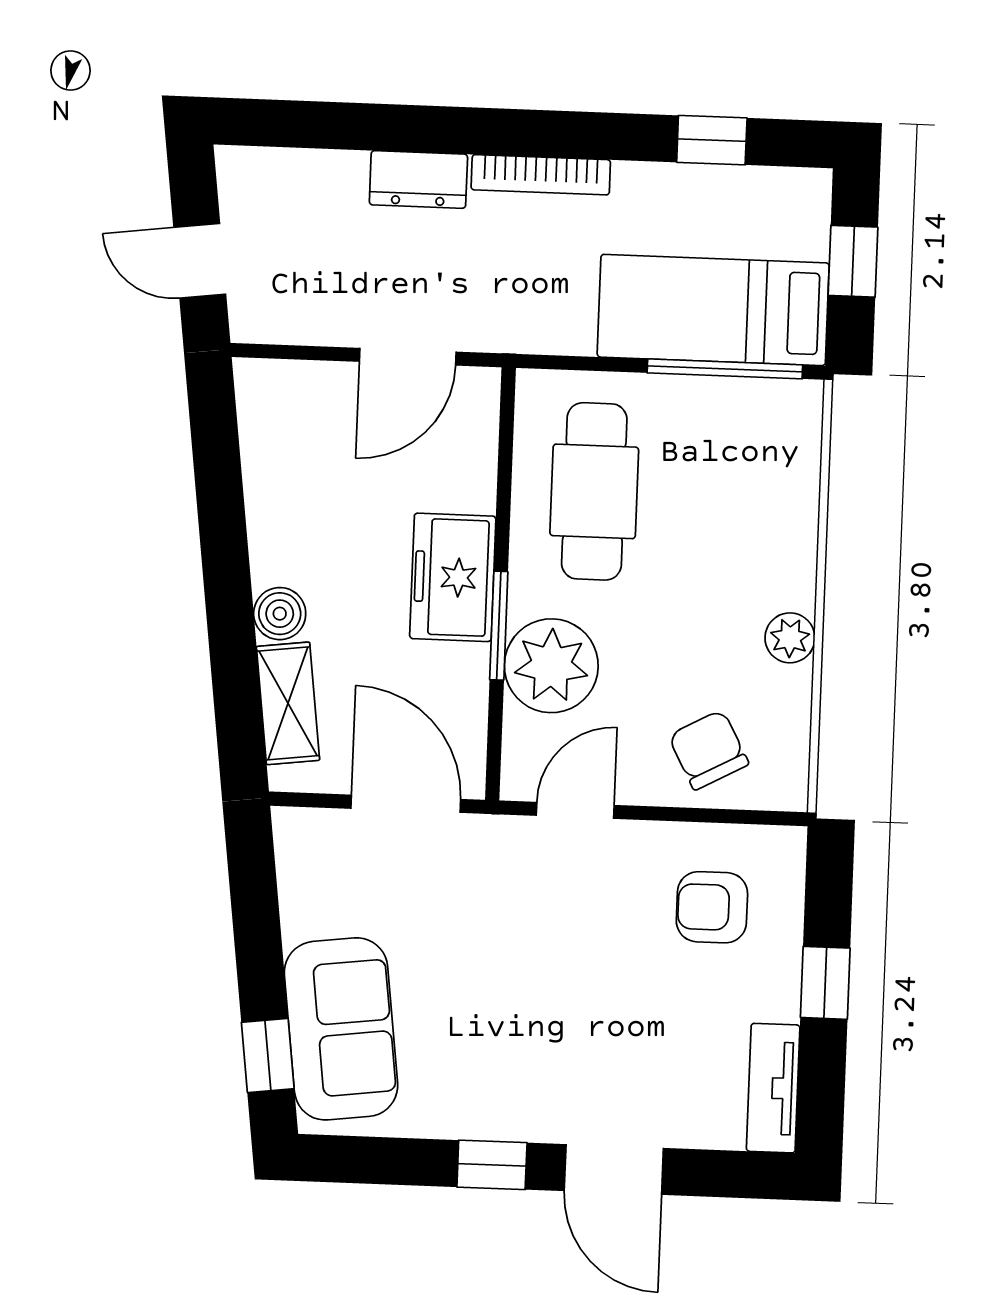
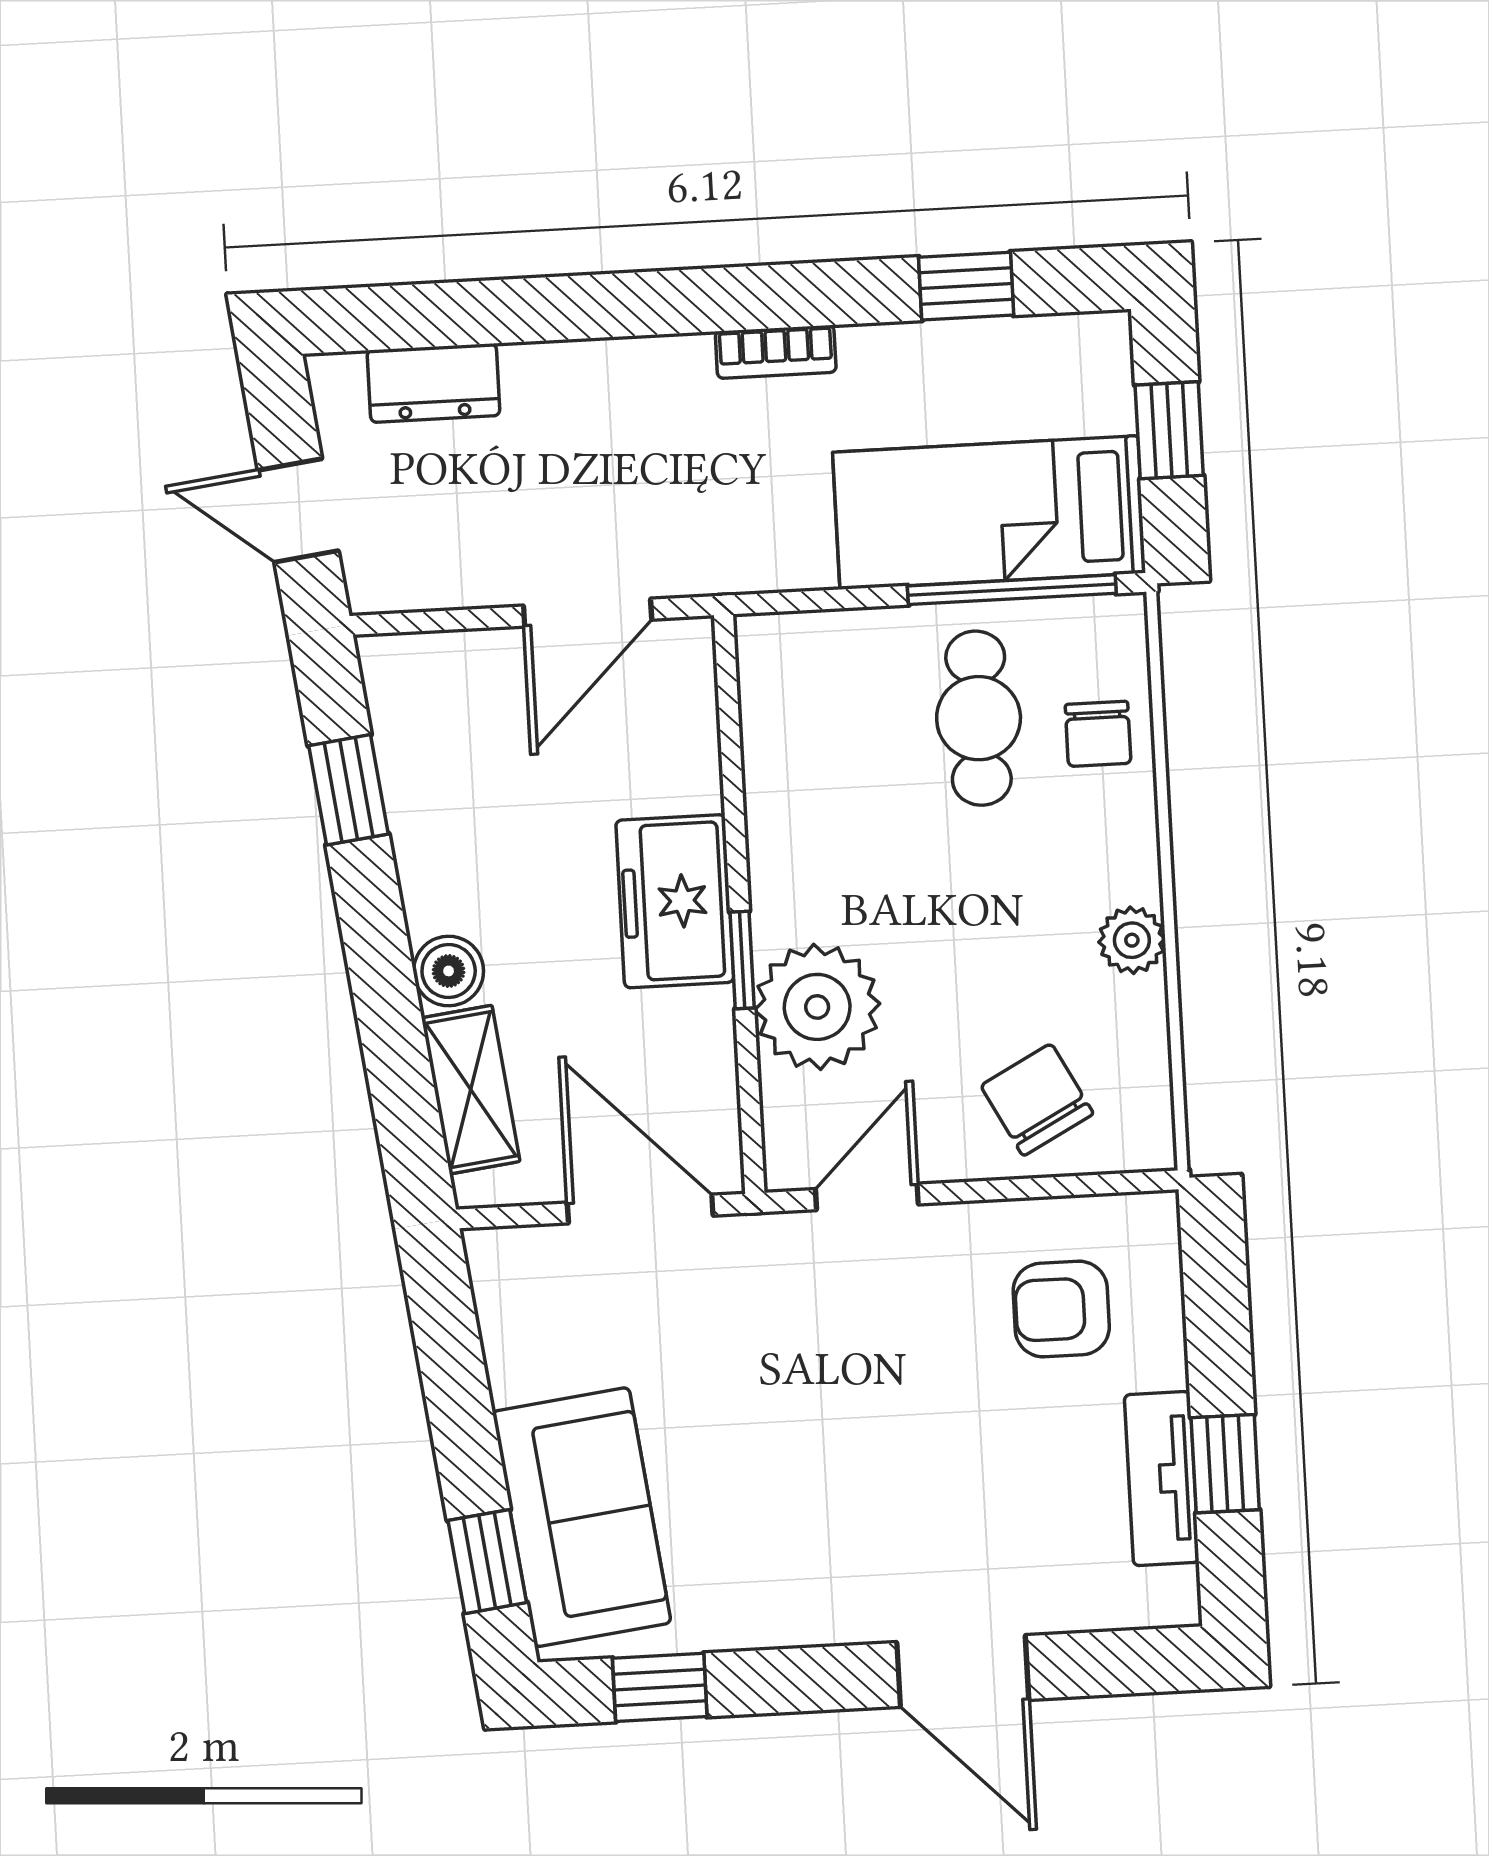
bookcase: (541, 175) -> (776, 352), width x0.64
dresser: (418, 179) -> (433, 383), moved
window: (218, 472) -> (349, 790), added
chair: (779, 482) -> (1098, 734), added
cafe table: (594, 491) -> (979, 718), moved, width x0.73, depth x0.74
window: (499, 626) -> (742, 960), width x0.67
window: (825, 983) -> (1225, 1464), moved
tv unit: (773, 1088) -> (1162, 1479), moved
window: (492, 1165) -> (660, 1687), moved

